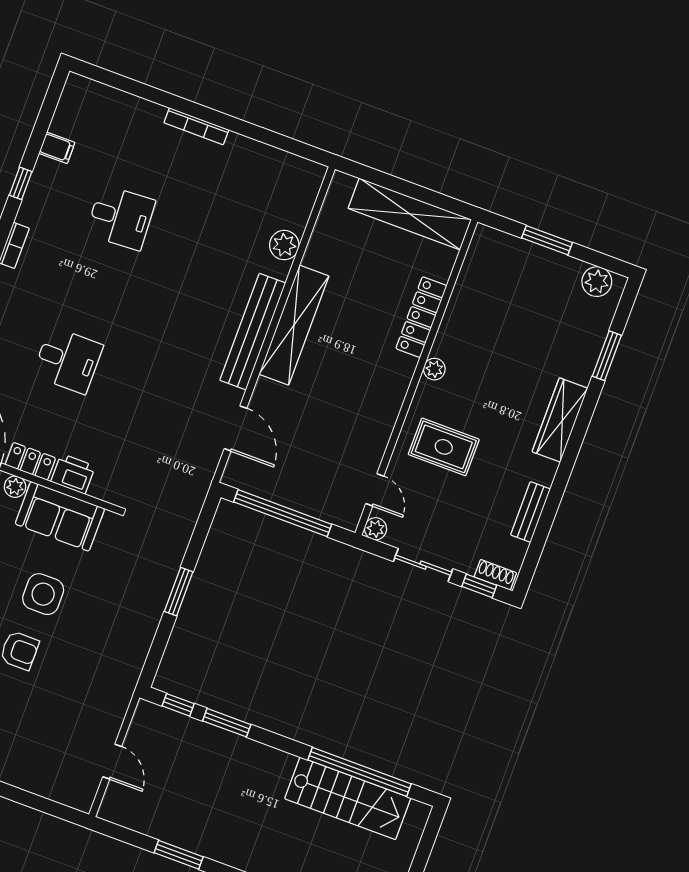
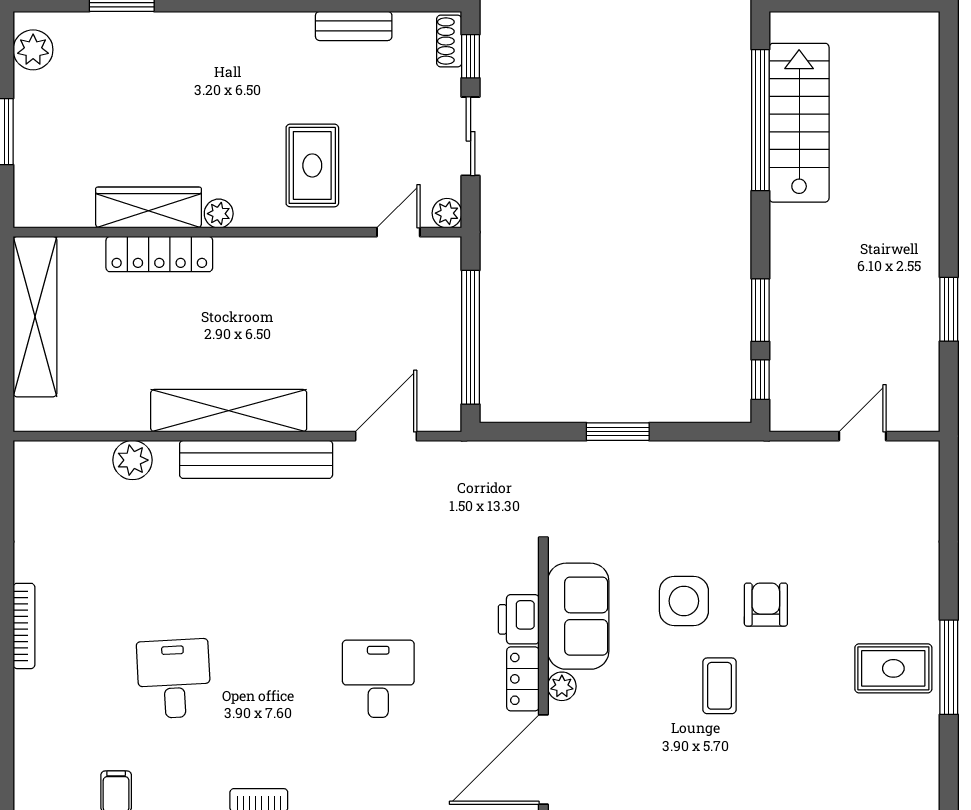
wardrobe: (560, 420) -> (149, 208), moved, turned 180

